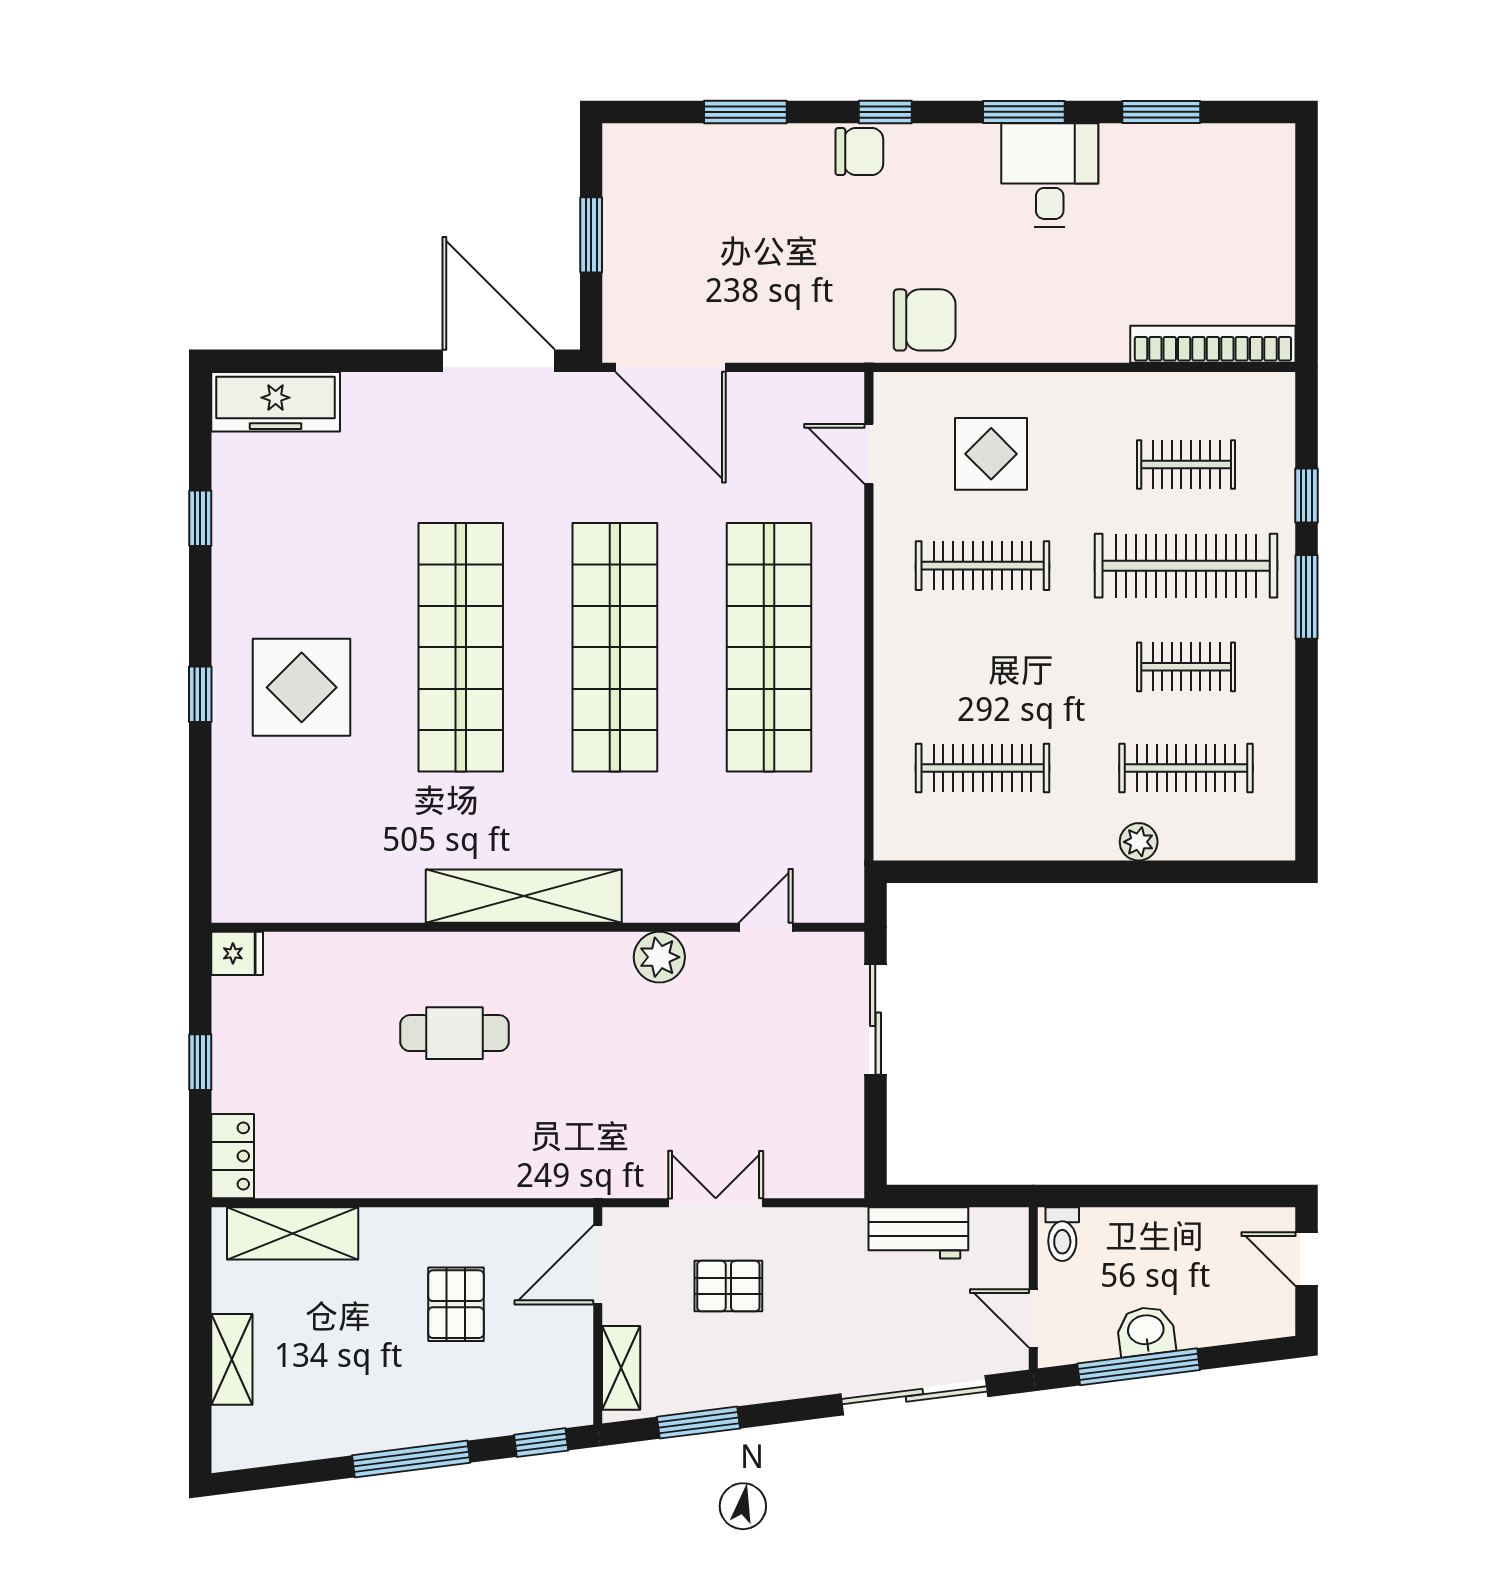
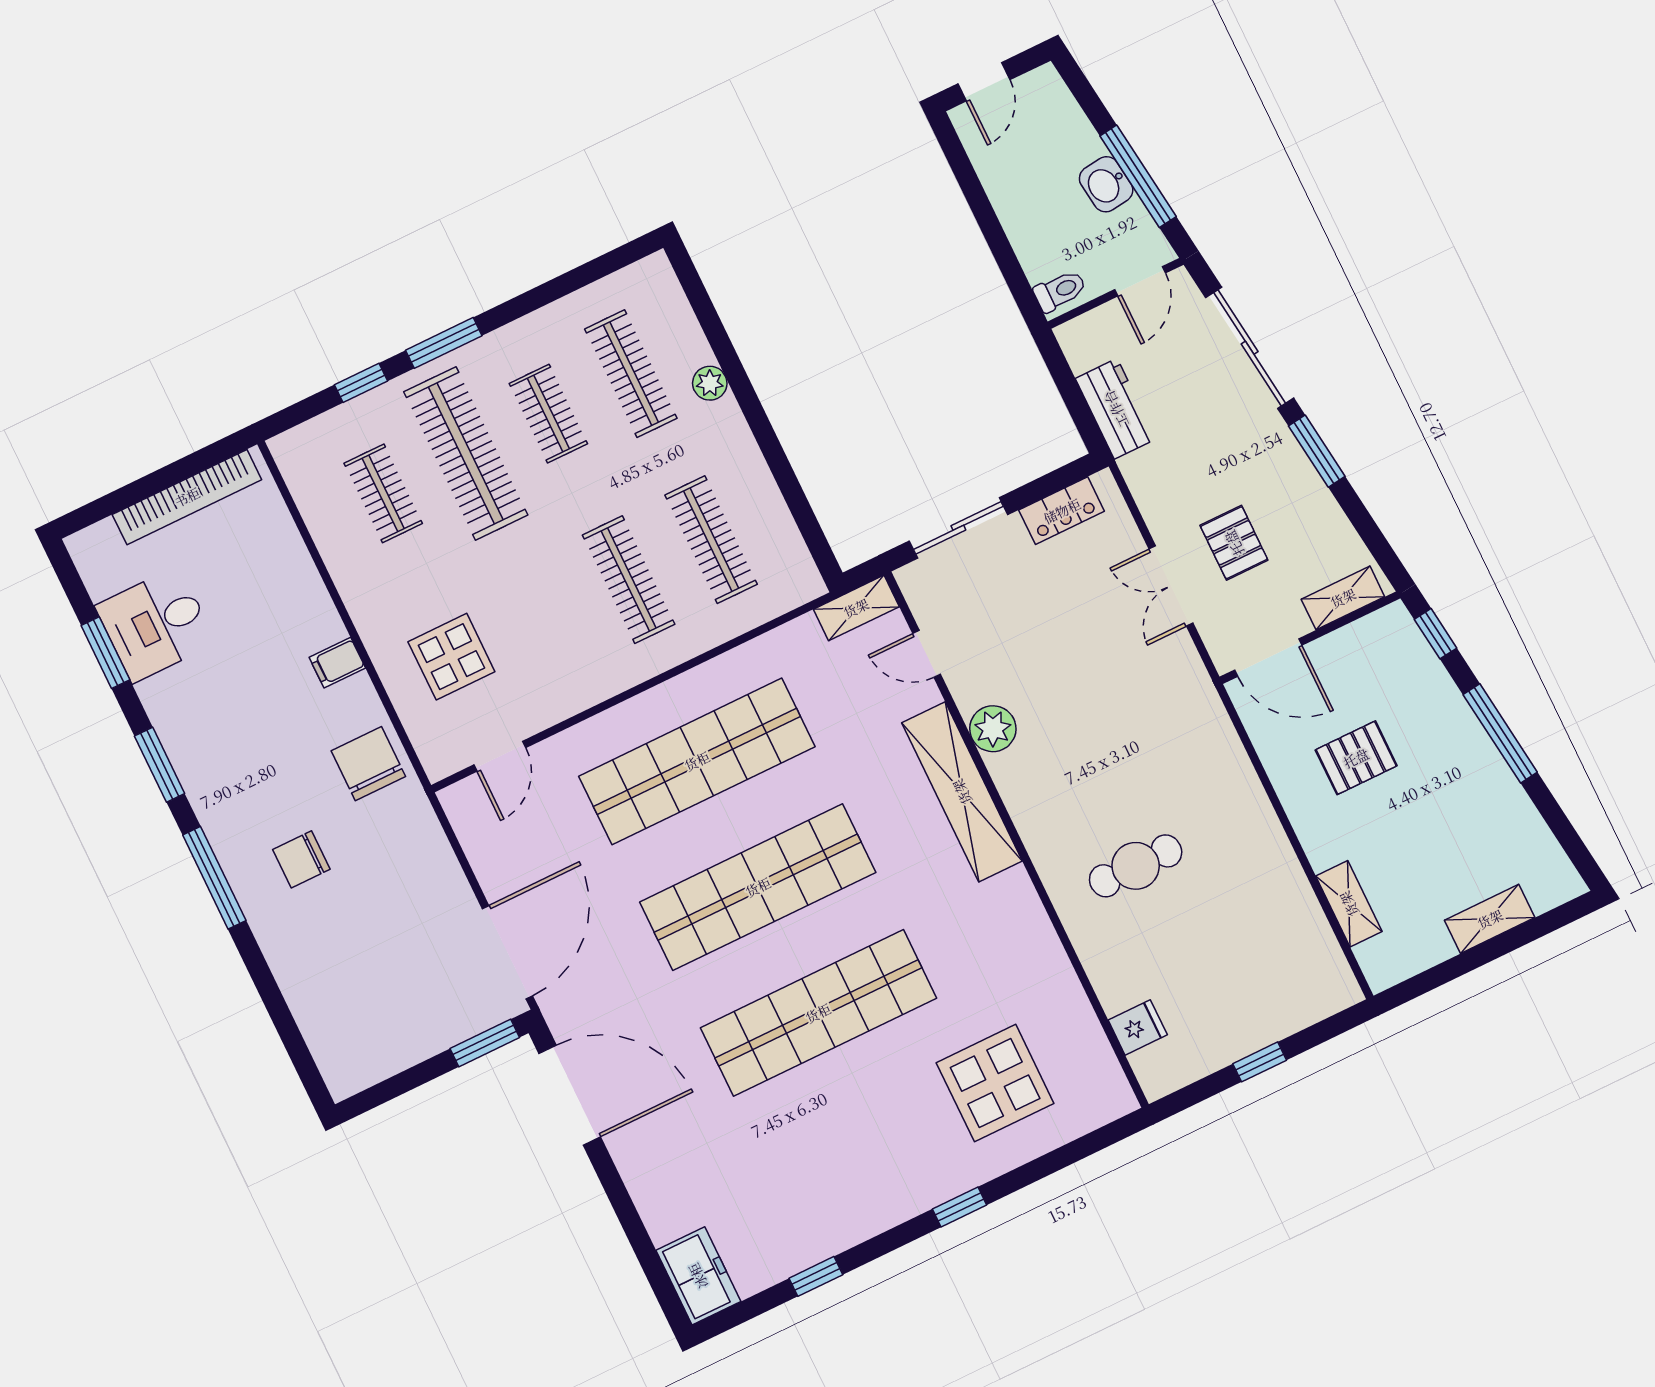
window: (745, 112) -> (269, 992), removed
window: (885, 112) -> (214, 878), width x2.17
chair: (859, 152) -> (301, 859), moved, turned -90
desk: (1050, 175) -> (156, 624), moved
window: (591, 235) -> (485, 1043), moved
filing cabinet: (1040, 338) -> (337, 663), added
bookcase: (1213, 344) -> (187, 497), moved, turned -90
door: (499, 361) -> (570, 1095), swing flipped
freezer: (276, 402) -> (698, 1276), width x0.71
clothes rail: (983, 566) -> (629, 580), moved
display table: (302, 687) -> (995, 1083), moved
shelving: (845, 879) -> (856, 608), added
shelving: (524, 896) -> (962, 792), moved
fridge: (237, 953) -> (1138, 1027), moved, turned 90
cafe table: (455, 1033) -> (1136, 866), turned 90
locker: (233, 1156) -> (1062, 511), moved, turned 180
shelving: (293, 1233) -> (1349, 904), width x0.67, depth x0.75
window: (699, 1423) -> (1317, 451), moved

